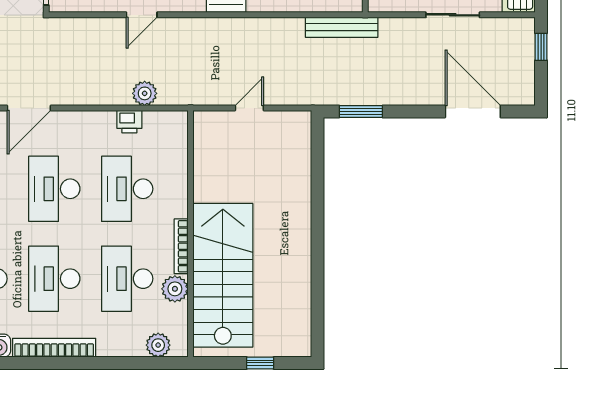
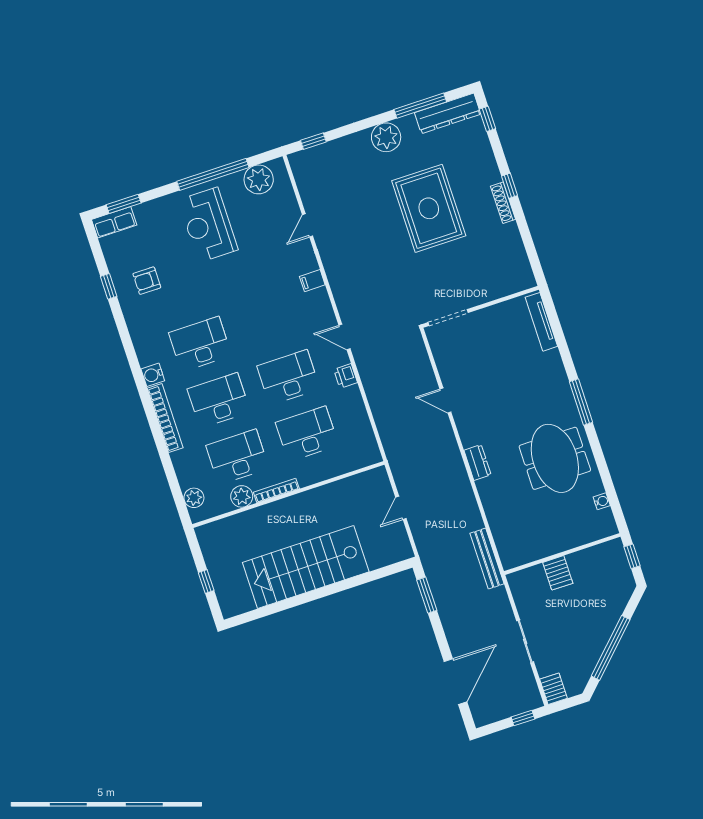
plant: (145, 93) -> (385, 423), removed
door: (29, 108) -> (344, 337), width x0.73
door: (249, 108) -> (401, 508), swing flipped
printer: (129, 122) -> (346, 376), moved
stairs: (223, 275) -> (306, 567), moved, turned 180

